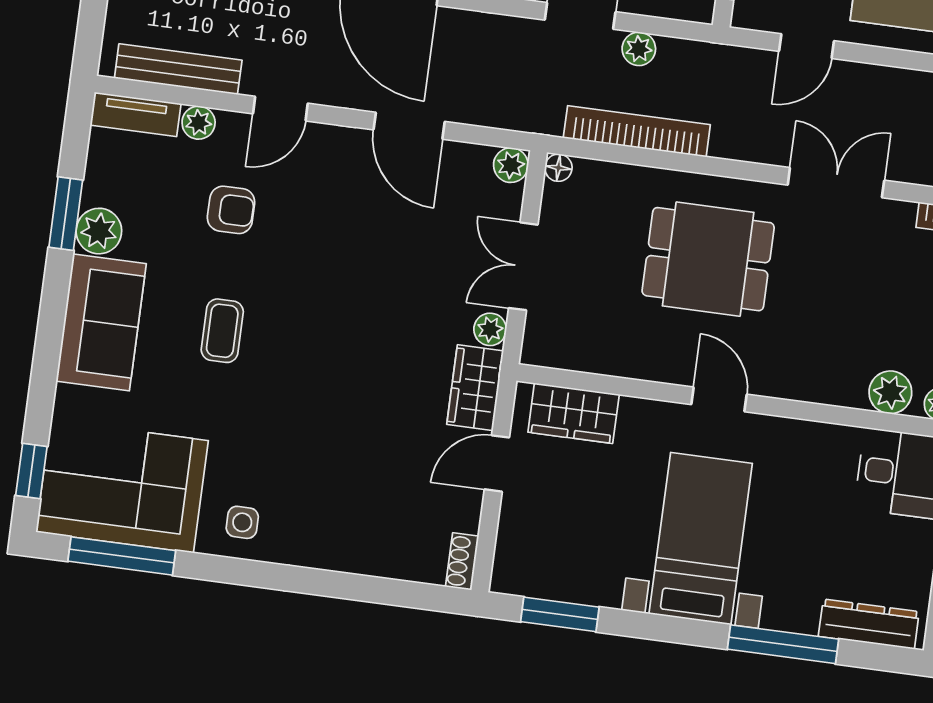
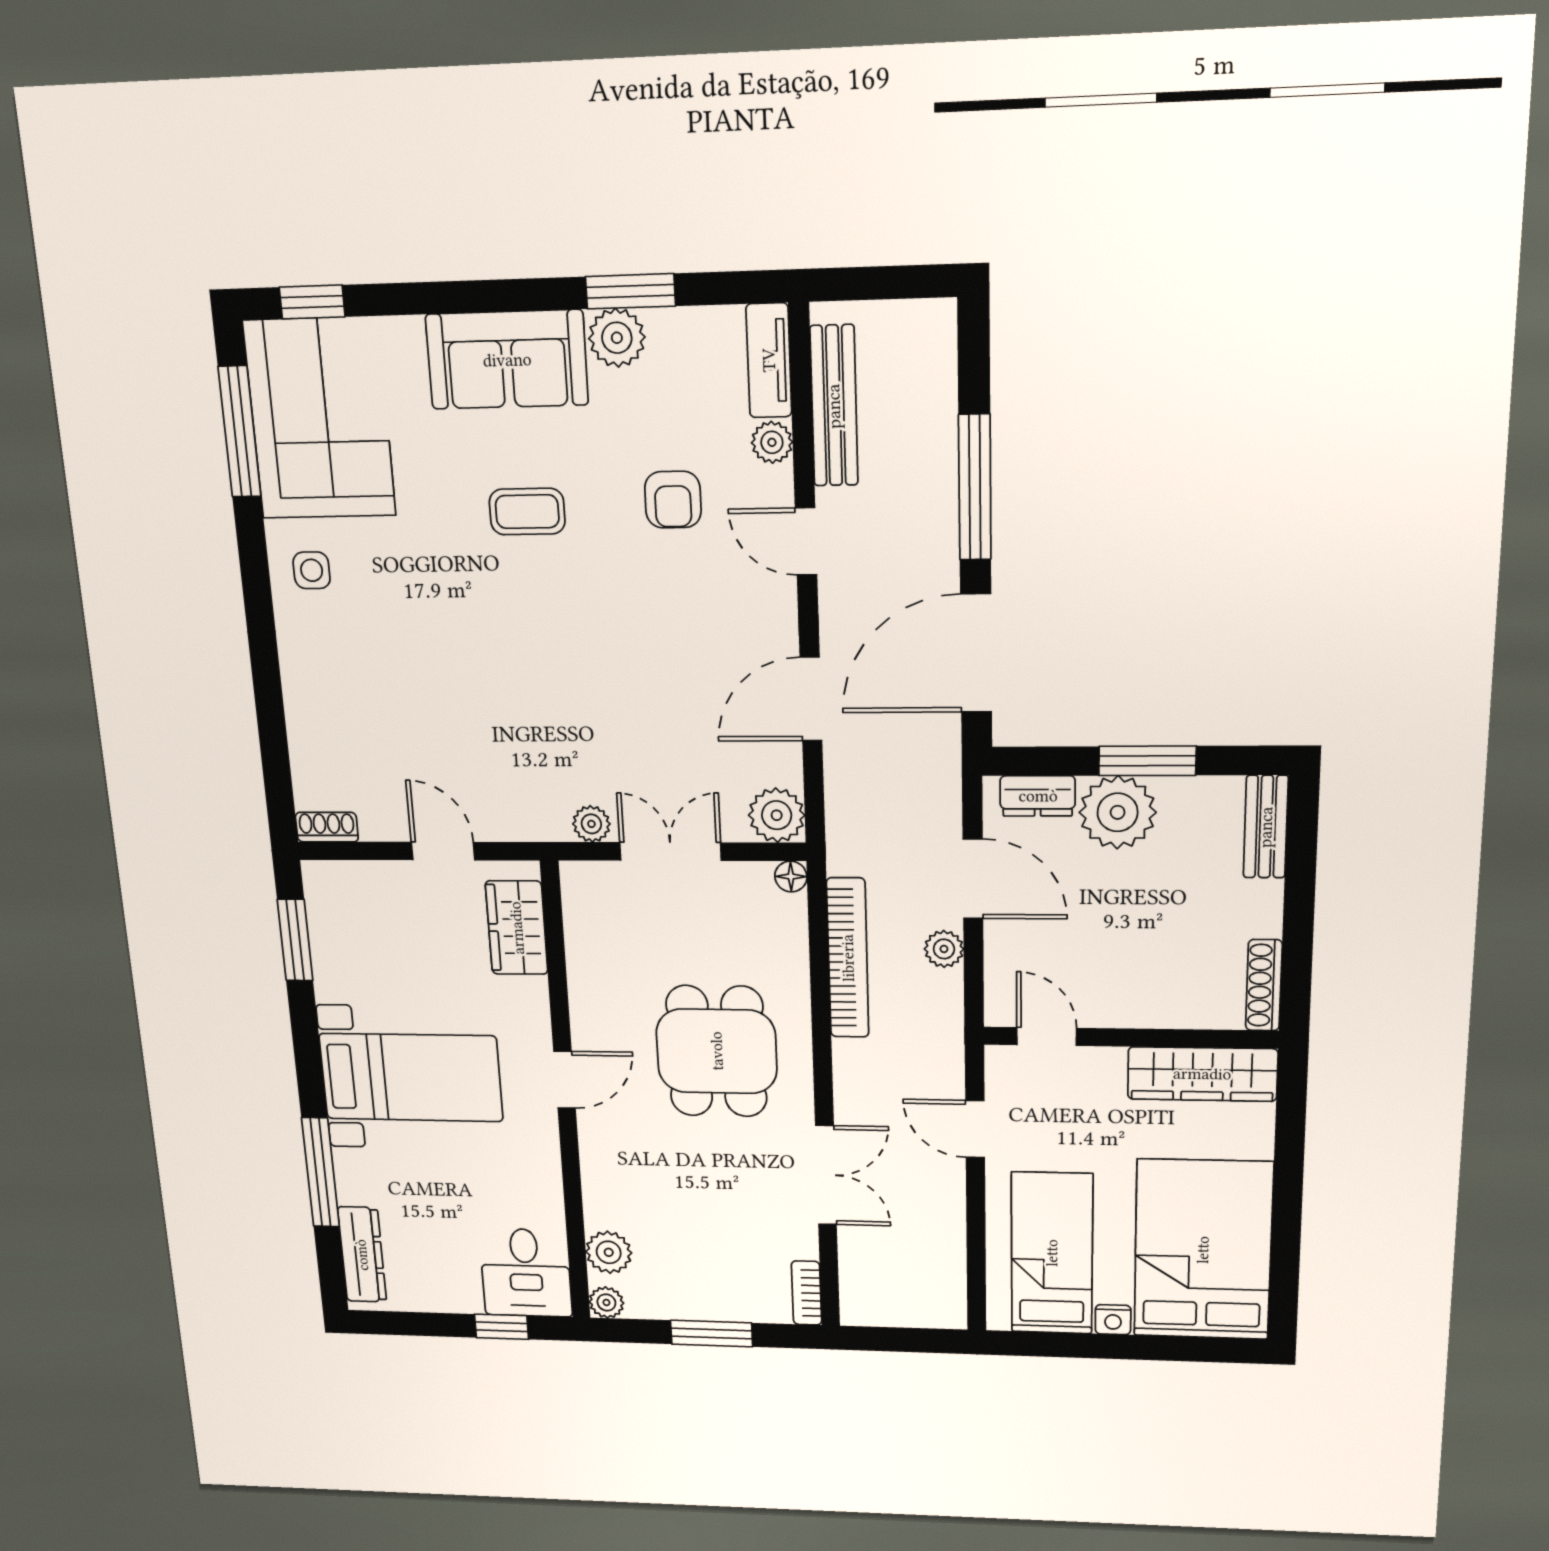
plant: (511, 165) -> (777, 815), width x1.38, depth x1.38
wardrobe: (475, 388) -> (522, 816), removed

